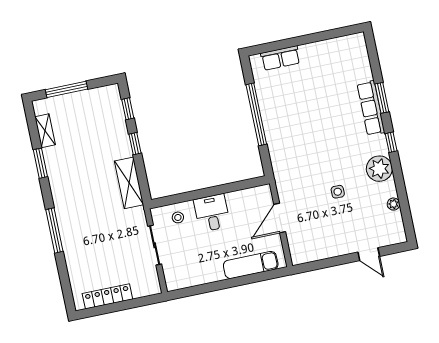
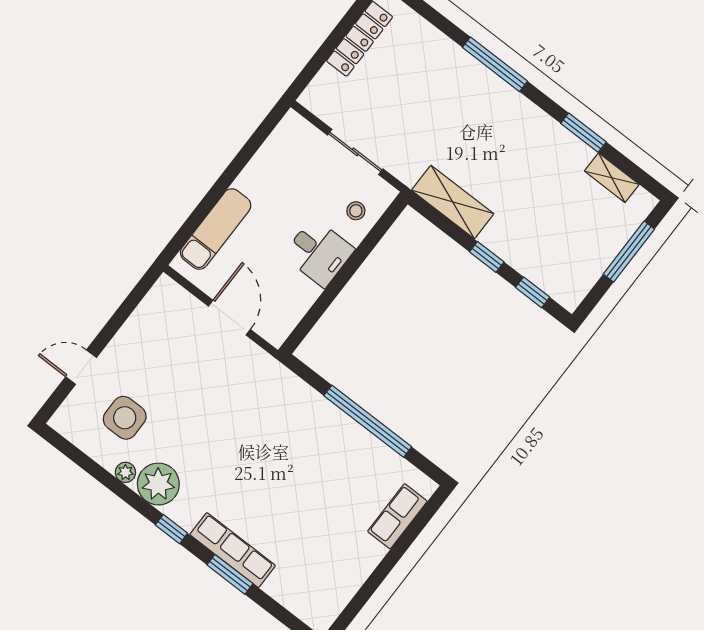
side table: (338, 192) -> (125, 418), moved, width x1.87, depth x1.87
plant: (394, 204) -> (125, 472), moved

